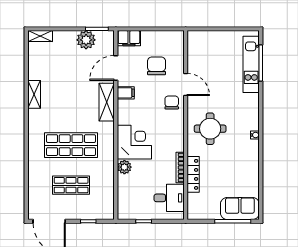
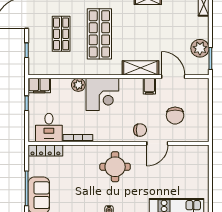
filing cabinet: (129, 38) -> (39, 85), moved, turned -90
chair: (157, 66) -> (175, 116), turned 90
locker: (193, 174) -> (45, 151), moved

